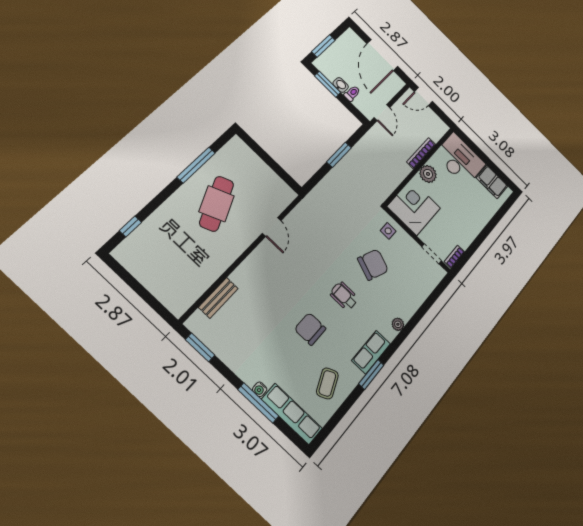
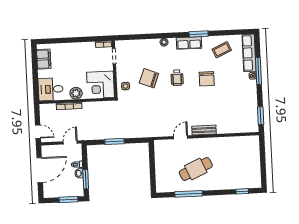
desk: (460, 159) -> (51, 89), width x0.73
bench: (218, 298) -> (204, 130), moved

